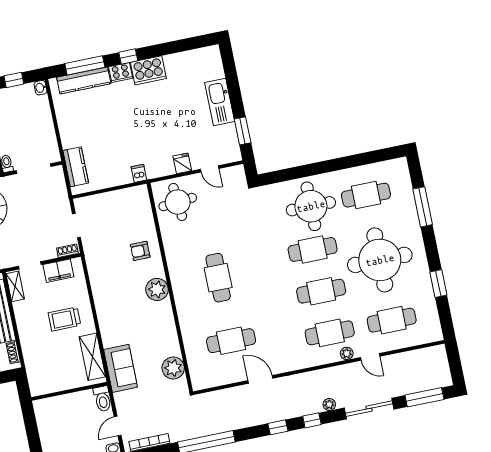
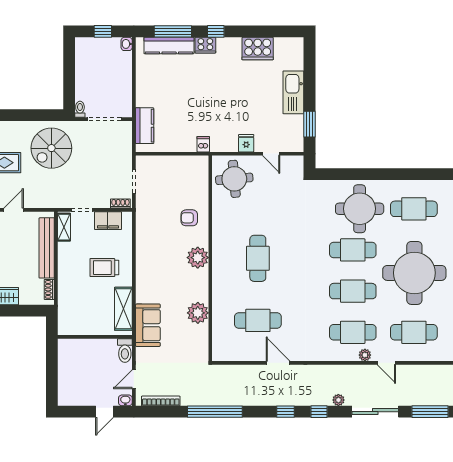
cooker: (148, 70) -> (258, 49), moved
plant: (173, 368) -> (198, 313), moved

